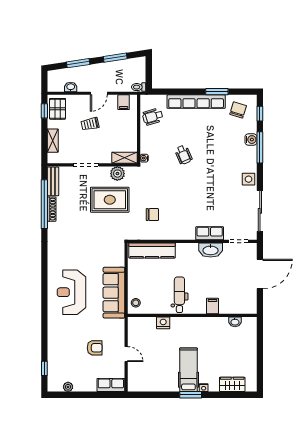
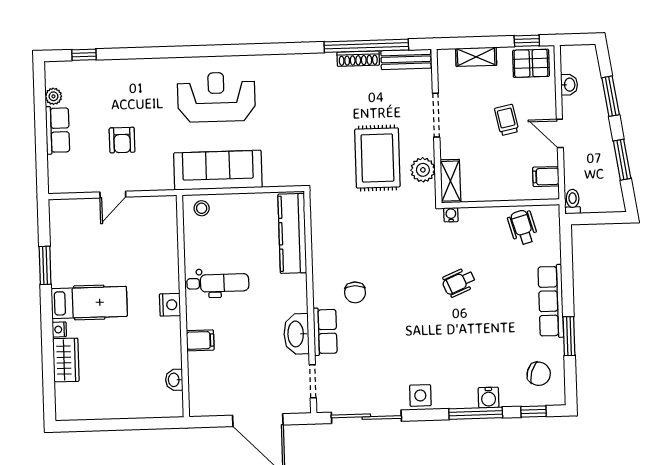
row of seats: (196, 102) -> (551, 301), width x0.73
chair: (152, 215) -> (355, 292), moved
nightstand: (163, 323) -> (170, 305), moved
wardrobe: (232, 384) -> (66, 360), moved
row of seats: (111, 385) -> (58, 130), moved
window: (191, 395) -> (45, 265), moved

